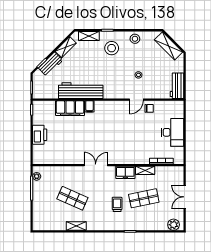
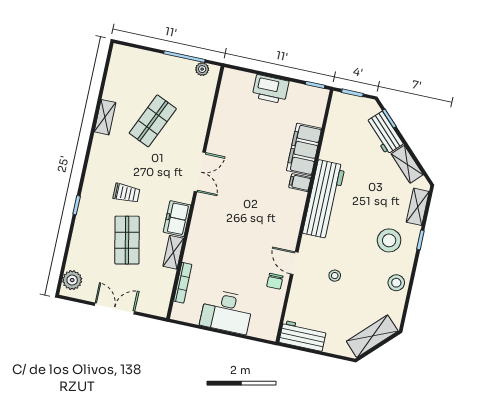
workbench: (81, 91) -> (324, 199), moved

